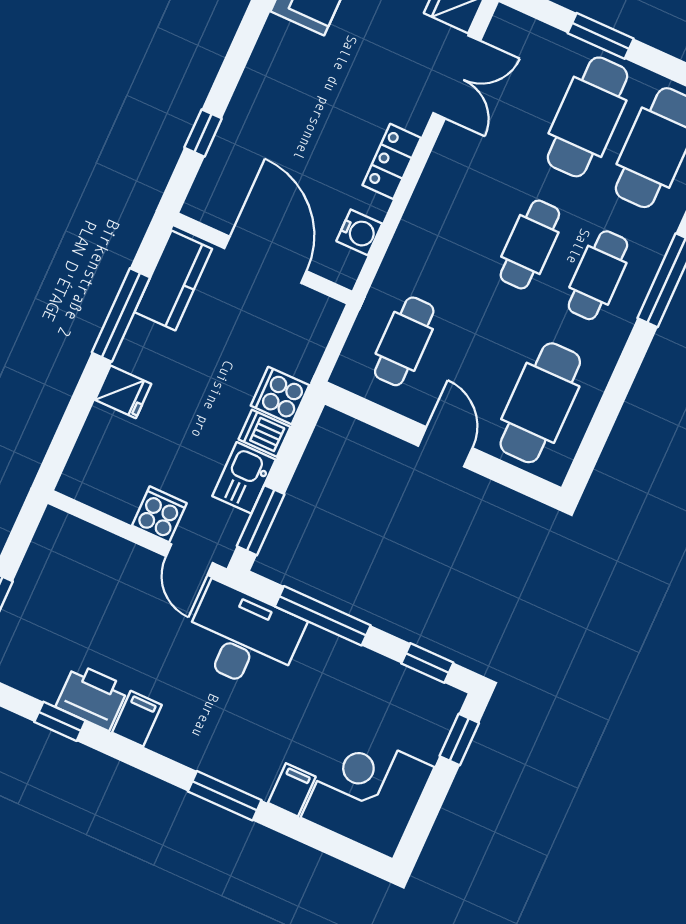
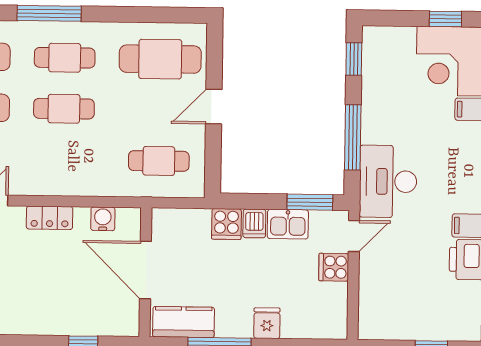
door: (265, 260) -> (145, 270), hinge flipped
window: (459, 740) -> (445, 19), moved

